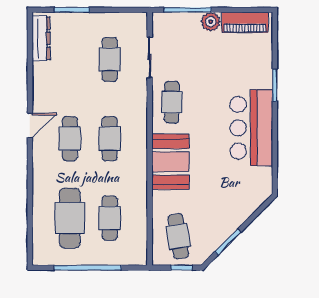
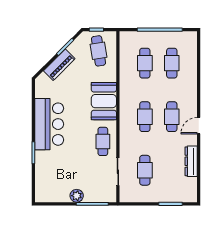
piano: (245, 22) -> (59, 65), moved, turned 135
dresser: (41, 38) -> (191, 161), moved
cafe table: (70, 218) -> (172, 63), width x0.73, depth x0.74

